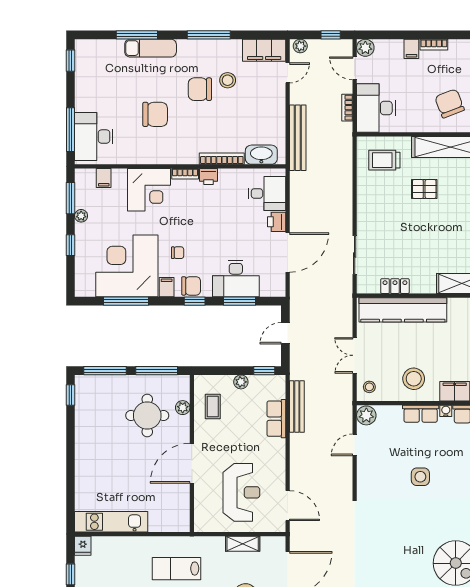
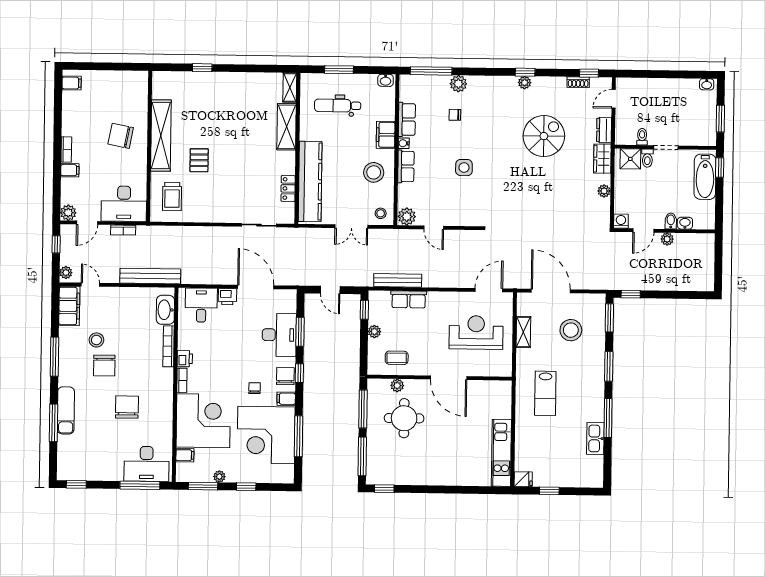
chair: (450, 103) -> (121, 136), turned 32
corner desk: (149, 190) -> (203, 421), width x1.36, depth x1.36

